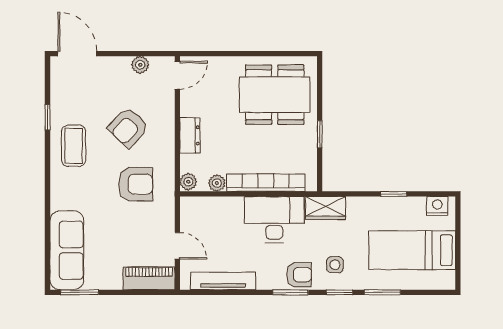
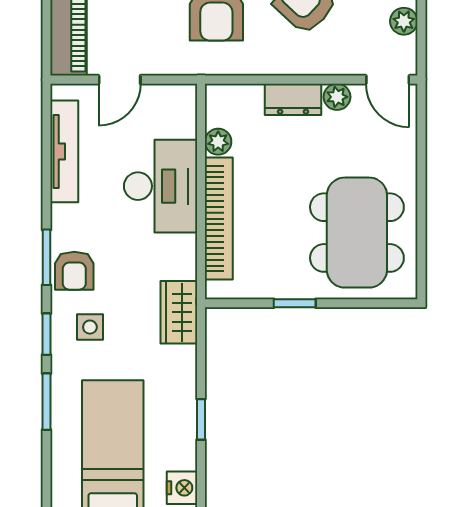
plant: (188, 182) -> (337, 97), moved
desk: (274, 220) -> (161, 186), moved

